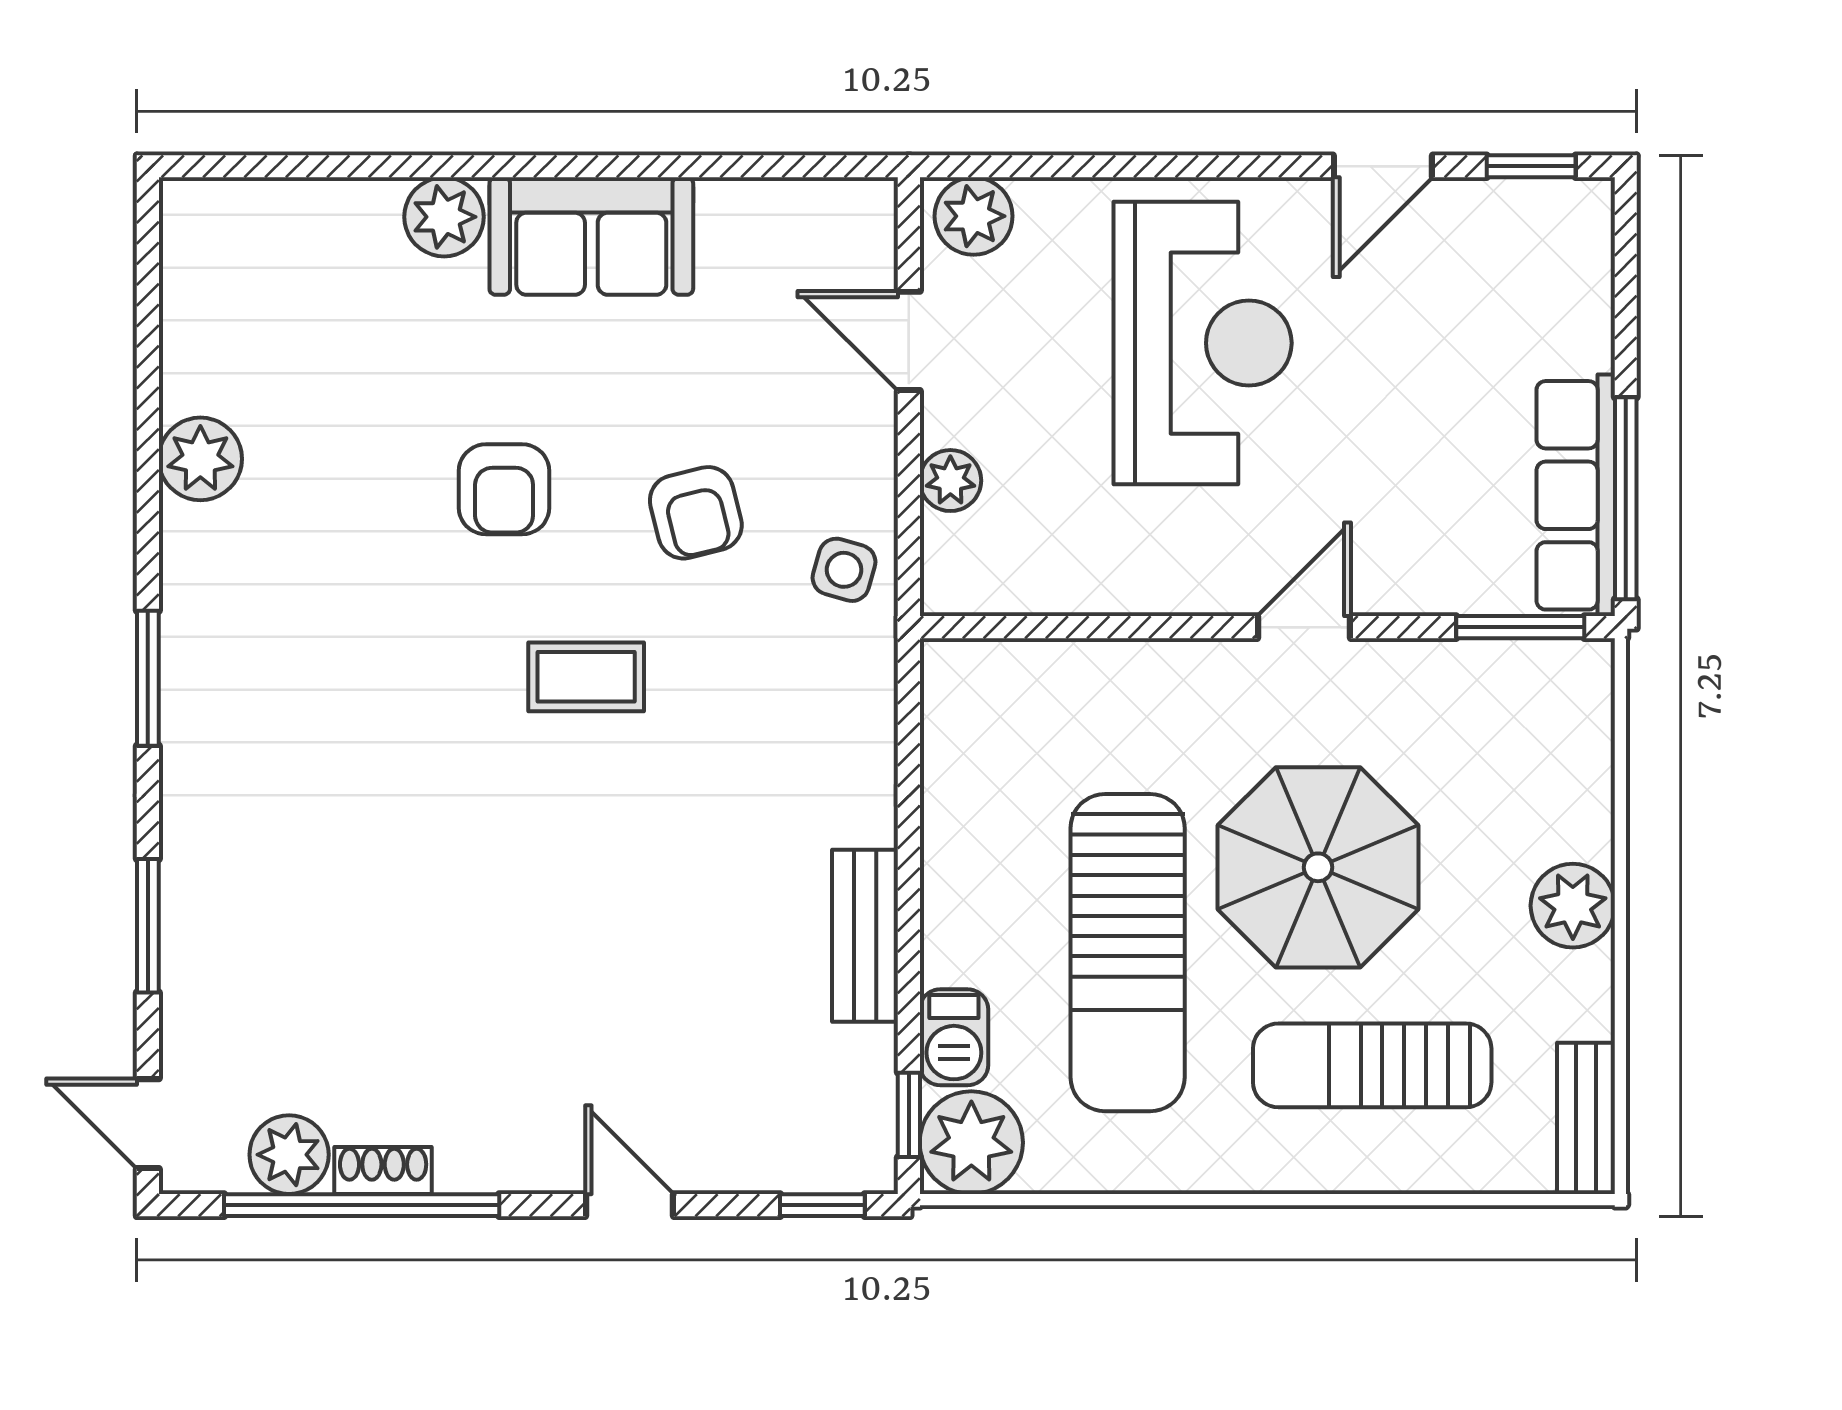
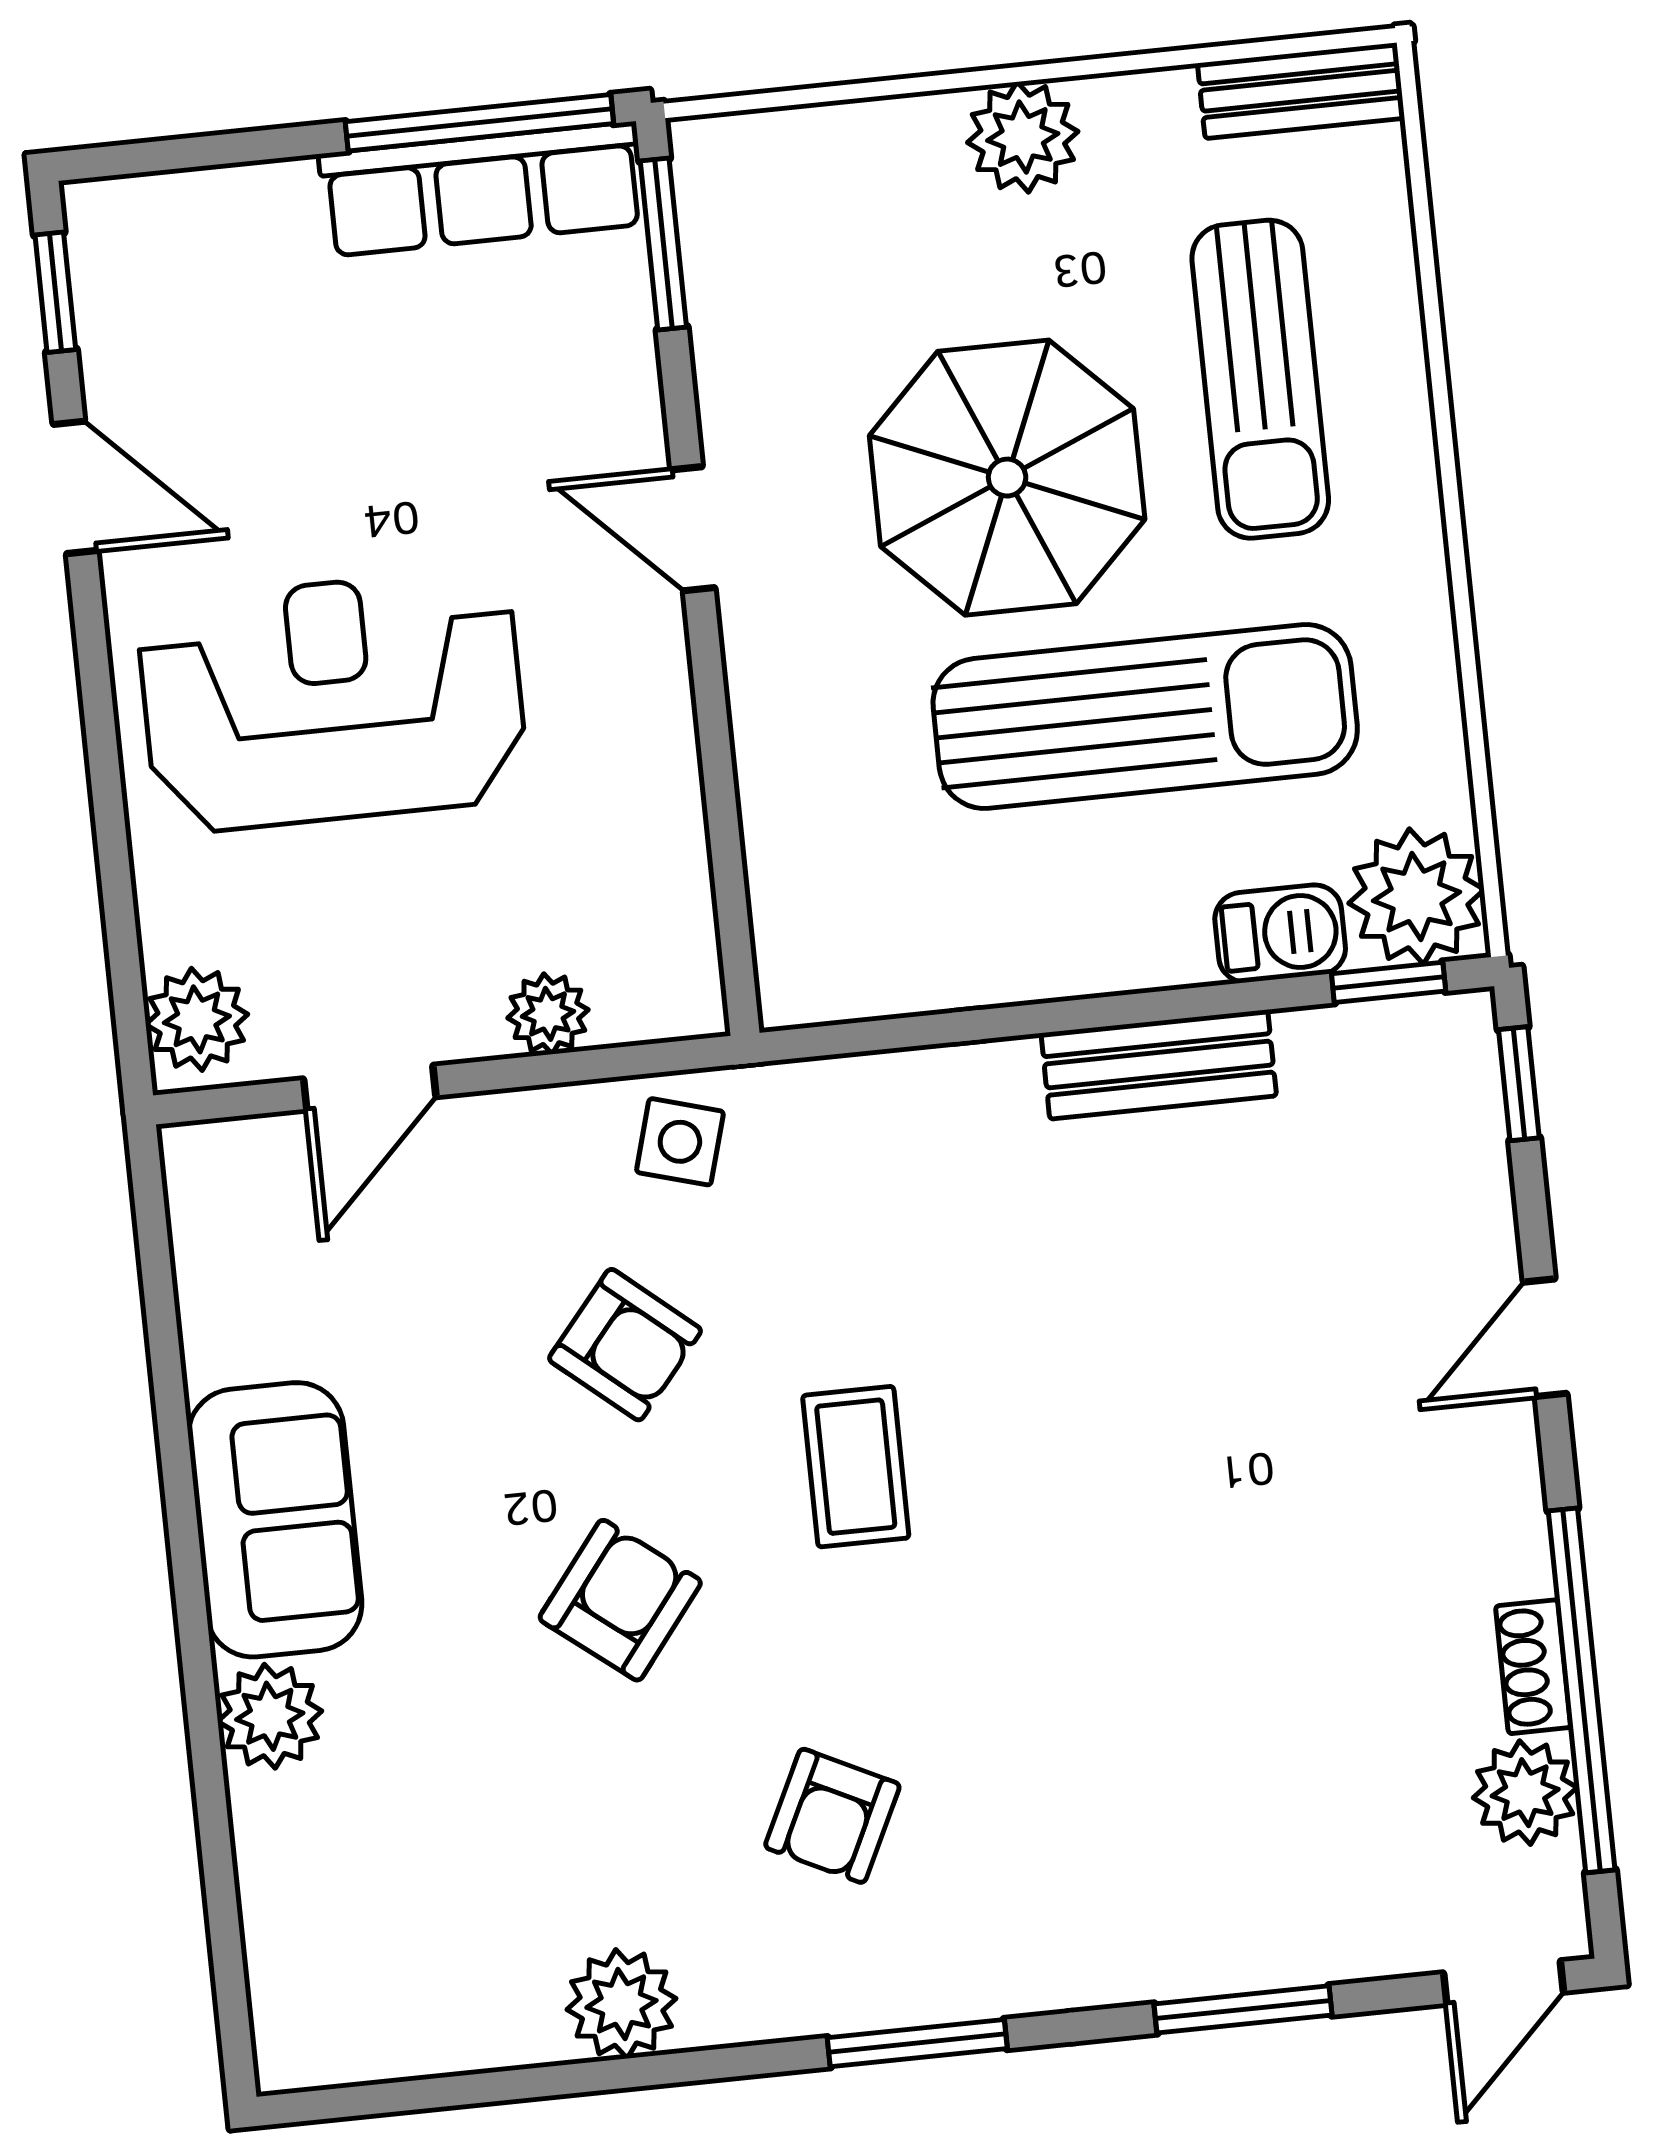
armchair: (504, 489) -> (620, 1600), turned -52
armchair: (696, 513) -> (625, 1345), turned 54
armchair: (325, 632) -> (832, 1816), added

